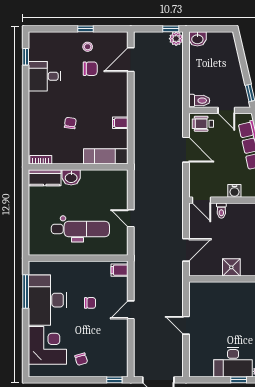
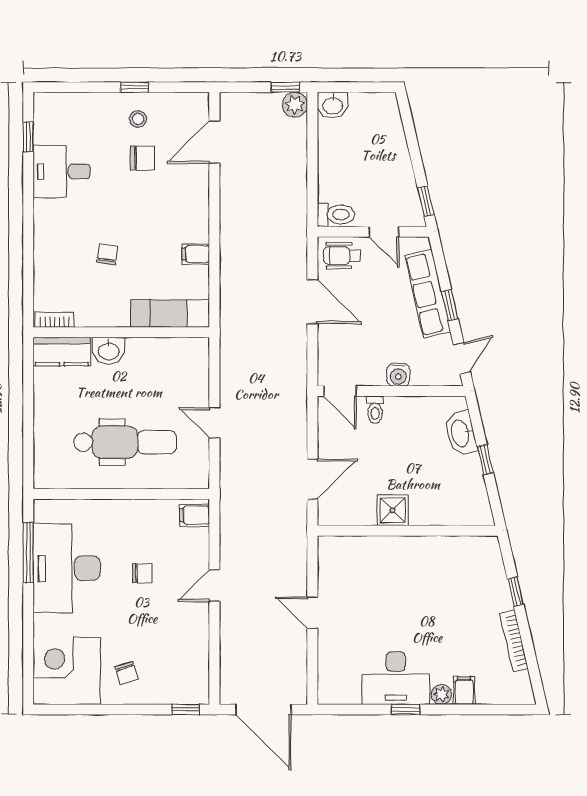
corner desk: (47, 345) -> (67, 671), moved, turned -90

